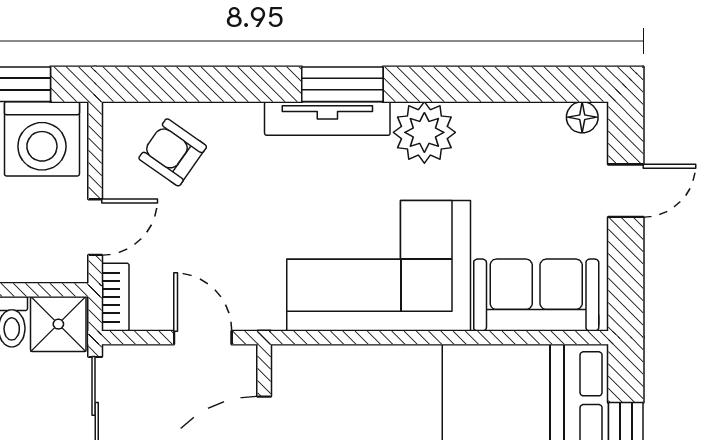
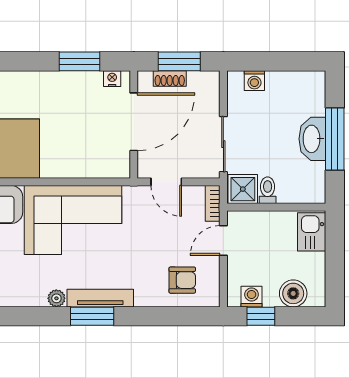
plant: (424, 132) -> (56, 298), width x0.53, depth x0.53
washing machine: (42, 139) -> (252, 297), width x0.53, depth x0.53
armchair: (173, 152) -> (182, 280), turned -35

